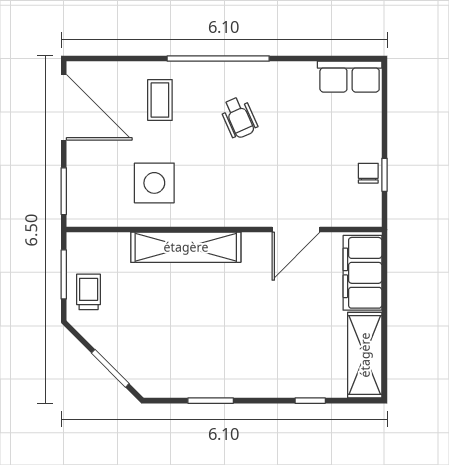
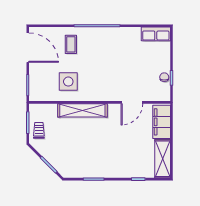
wheelchair: (239, 118) -> (106, 52), removed

